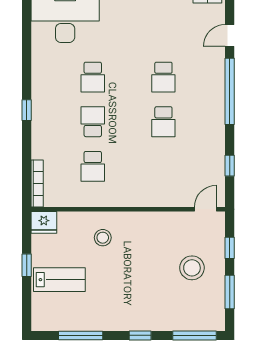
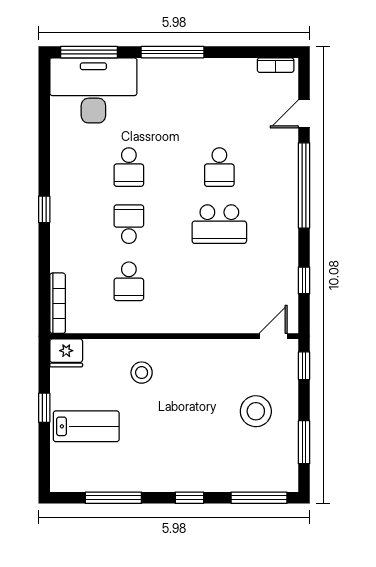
school desk: (163, 122) -> (219, 224), width x1.85
window: (230, 248) -> (304, 366), moved

